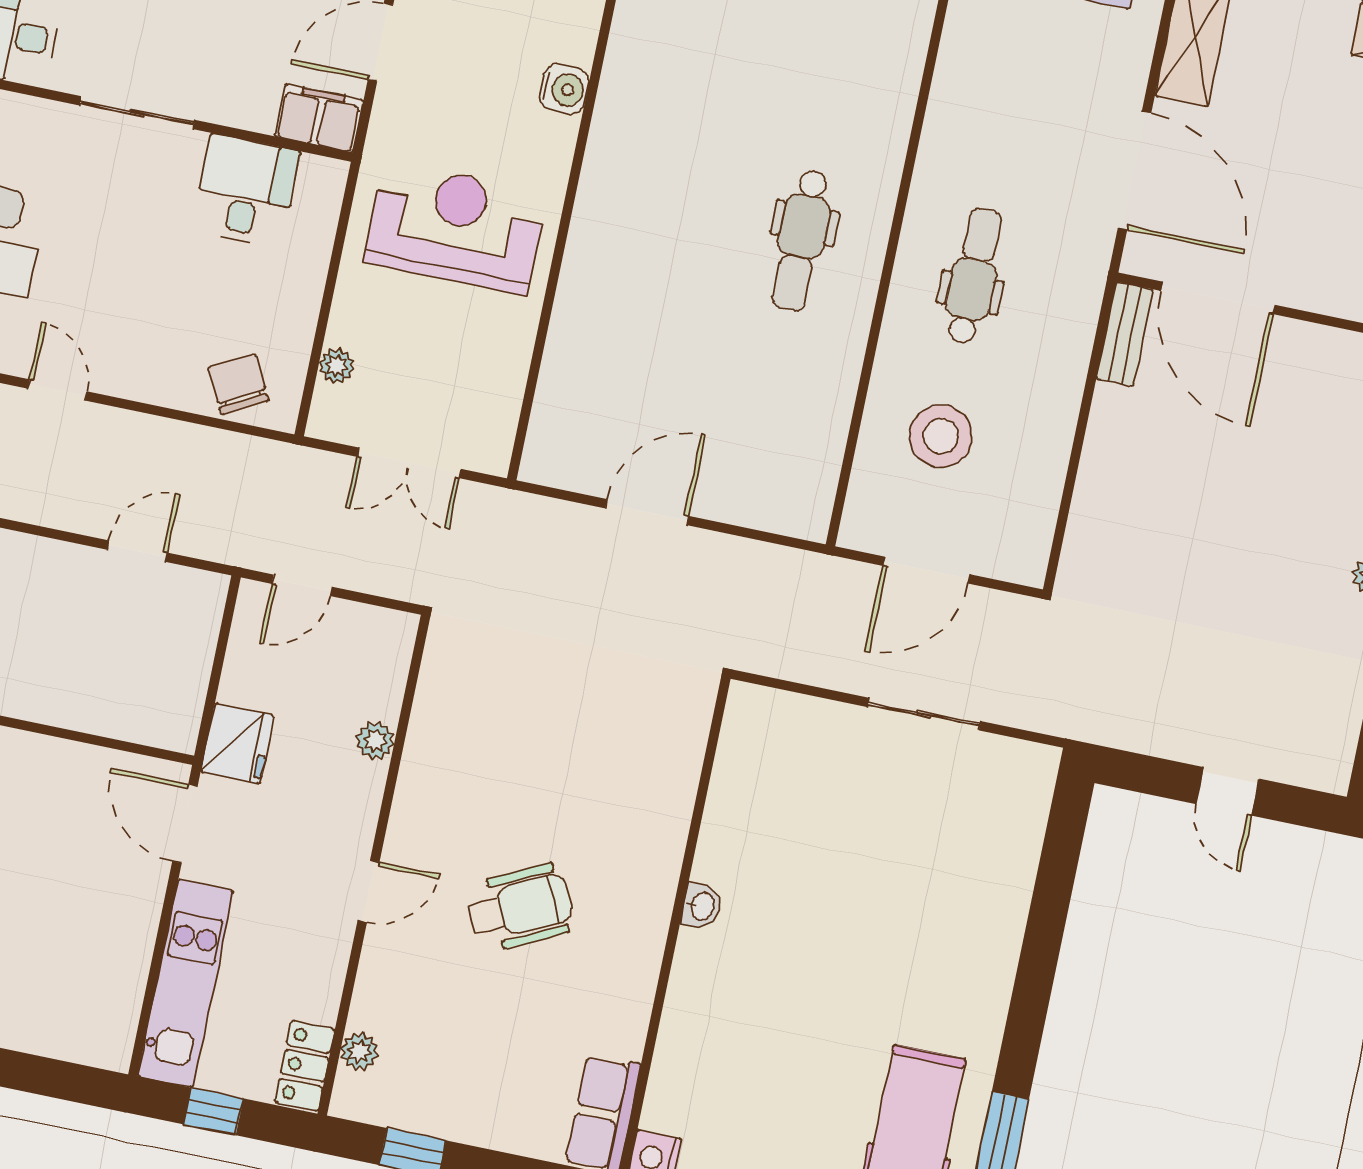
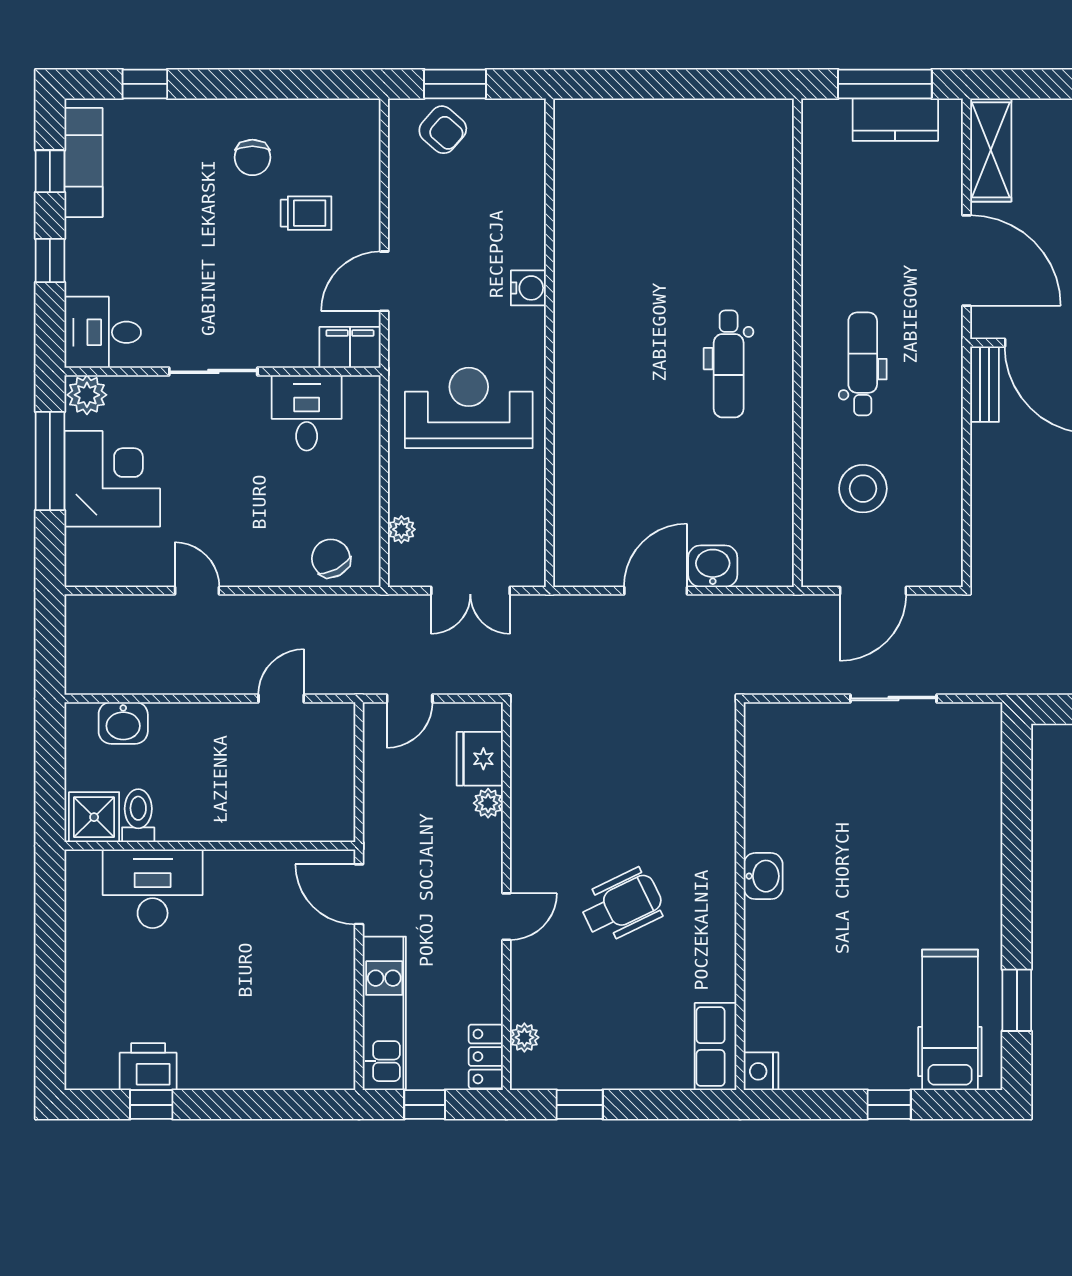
washbasin: (727, 496) -> (713, 566), added
fridge: (237, 744) -> (480, 759), moved, turned 180
washbasin: (702, 906) -> (763, 876), width x1.38, depth x1.45

